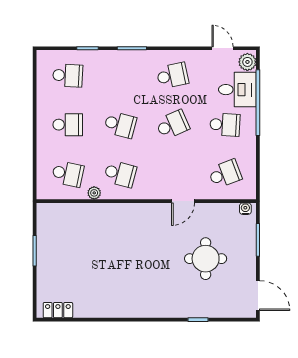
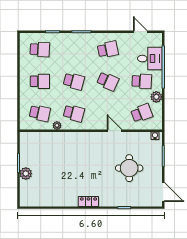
plant: (247, 62) -> (156, 97), moved
school desk: (173, 125) -> (108, 81), turned 48
door: (183, 201) -> (115, 131), swing flipped
plant: (46, 267) -> (26, 174), added
locker: (58, 310) -> (88, 201), moved

